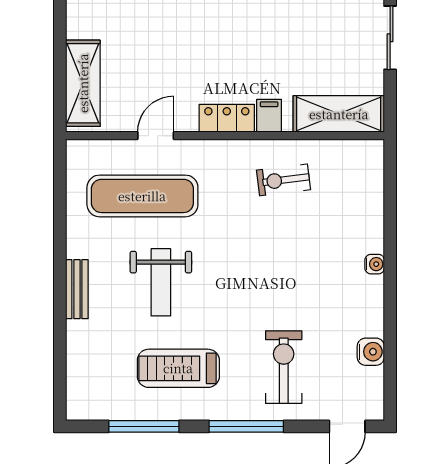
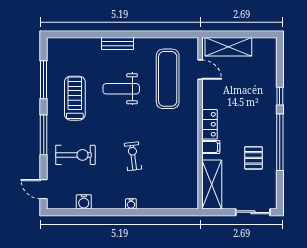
pallet: (289, 37) -> (253, 158), added
door: (156, 136) -> (200, 70), moved
exercise bike: (283, 180) -> (133, 156), moved

